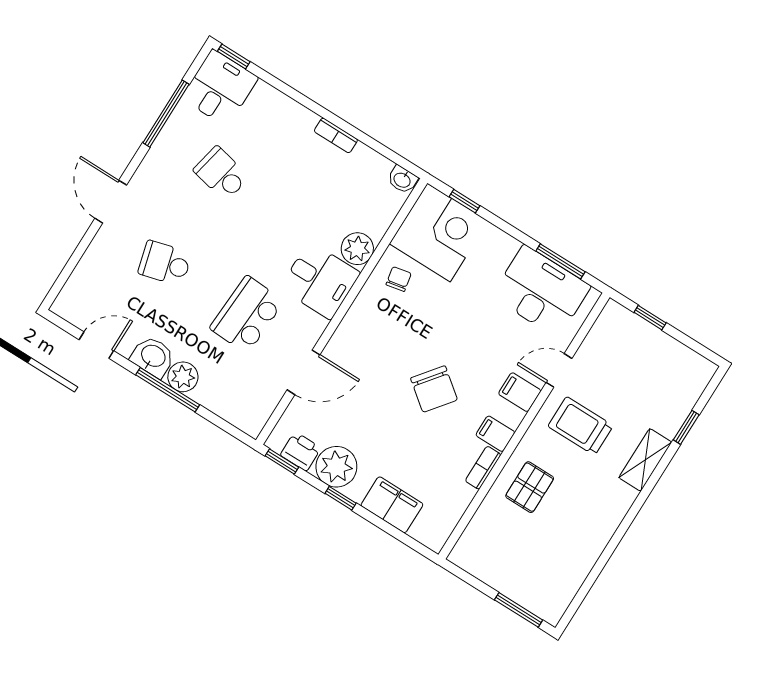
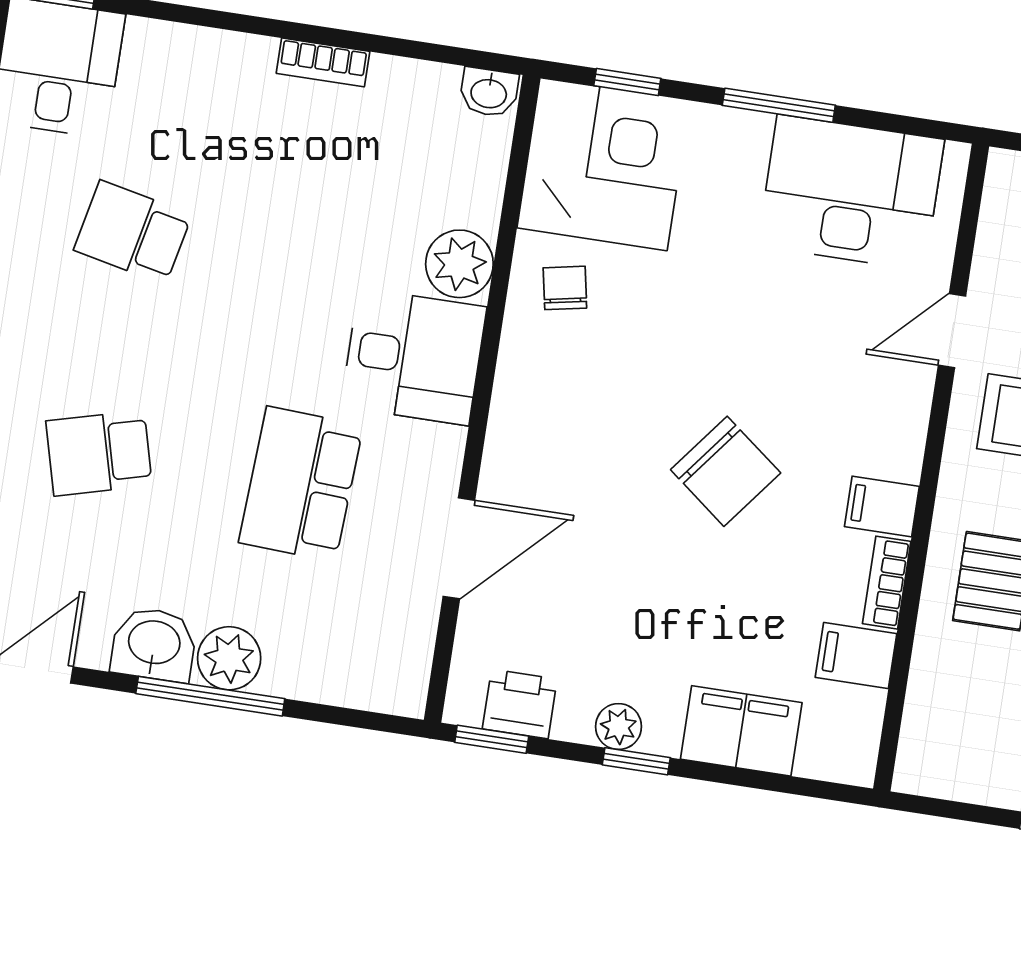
window: (560, 261) -> (779, 105), moved
filing cabinet: (520, 392) -> (856, 656), moved
plant: (336, 467) -> (619, 727), width x0.53, depth x0.53

